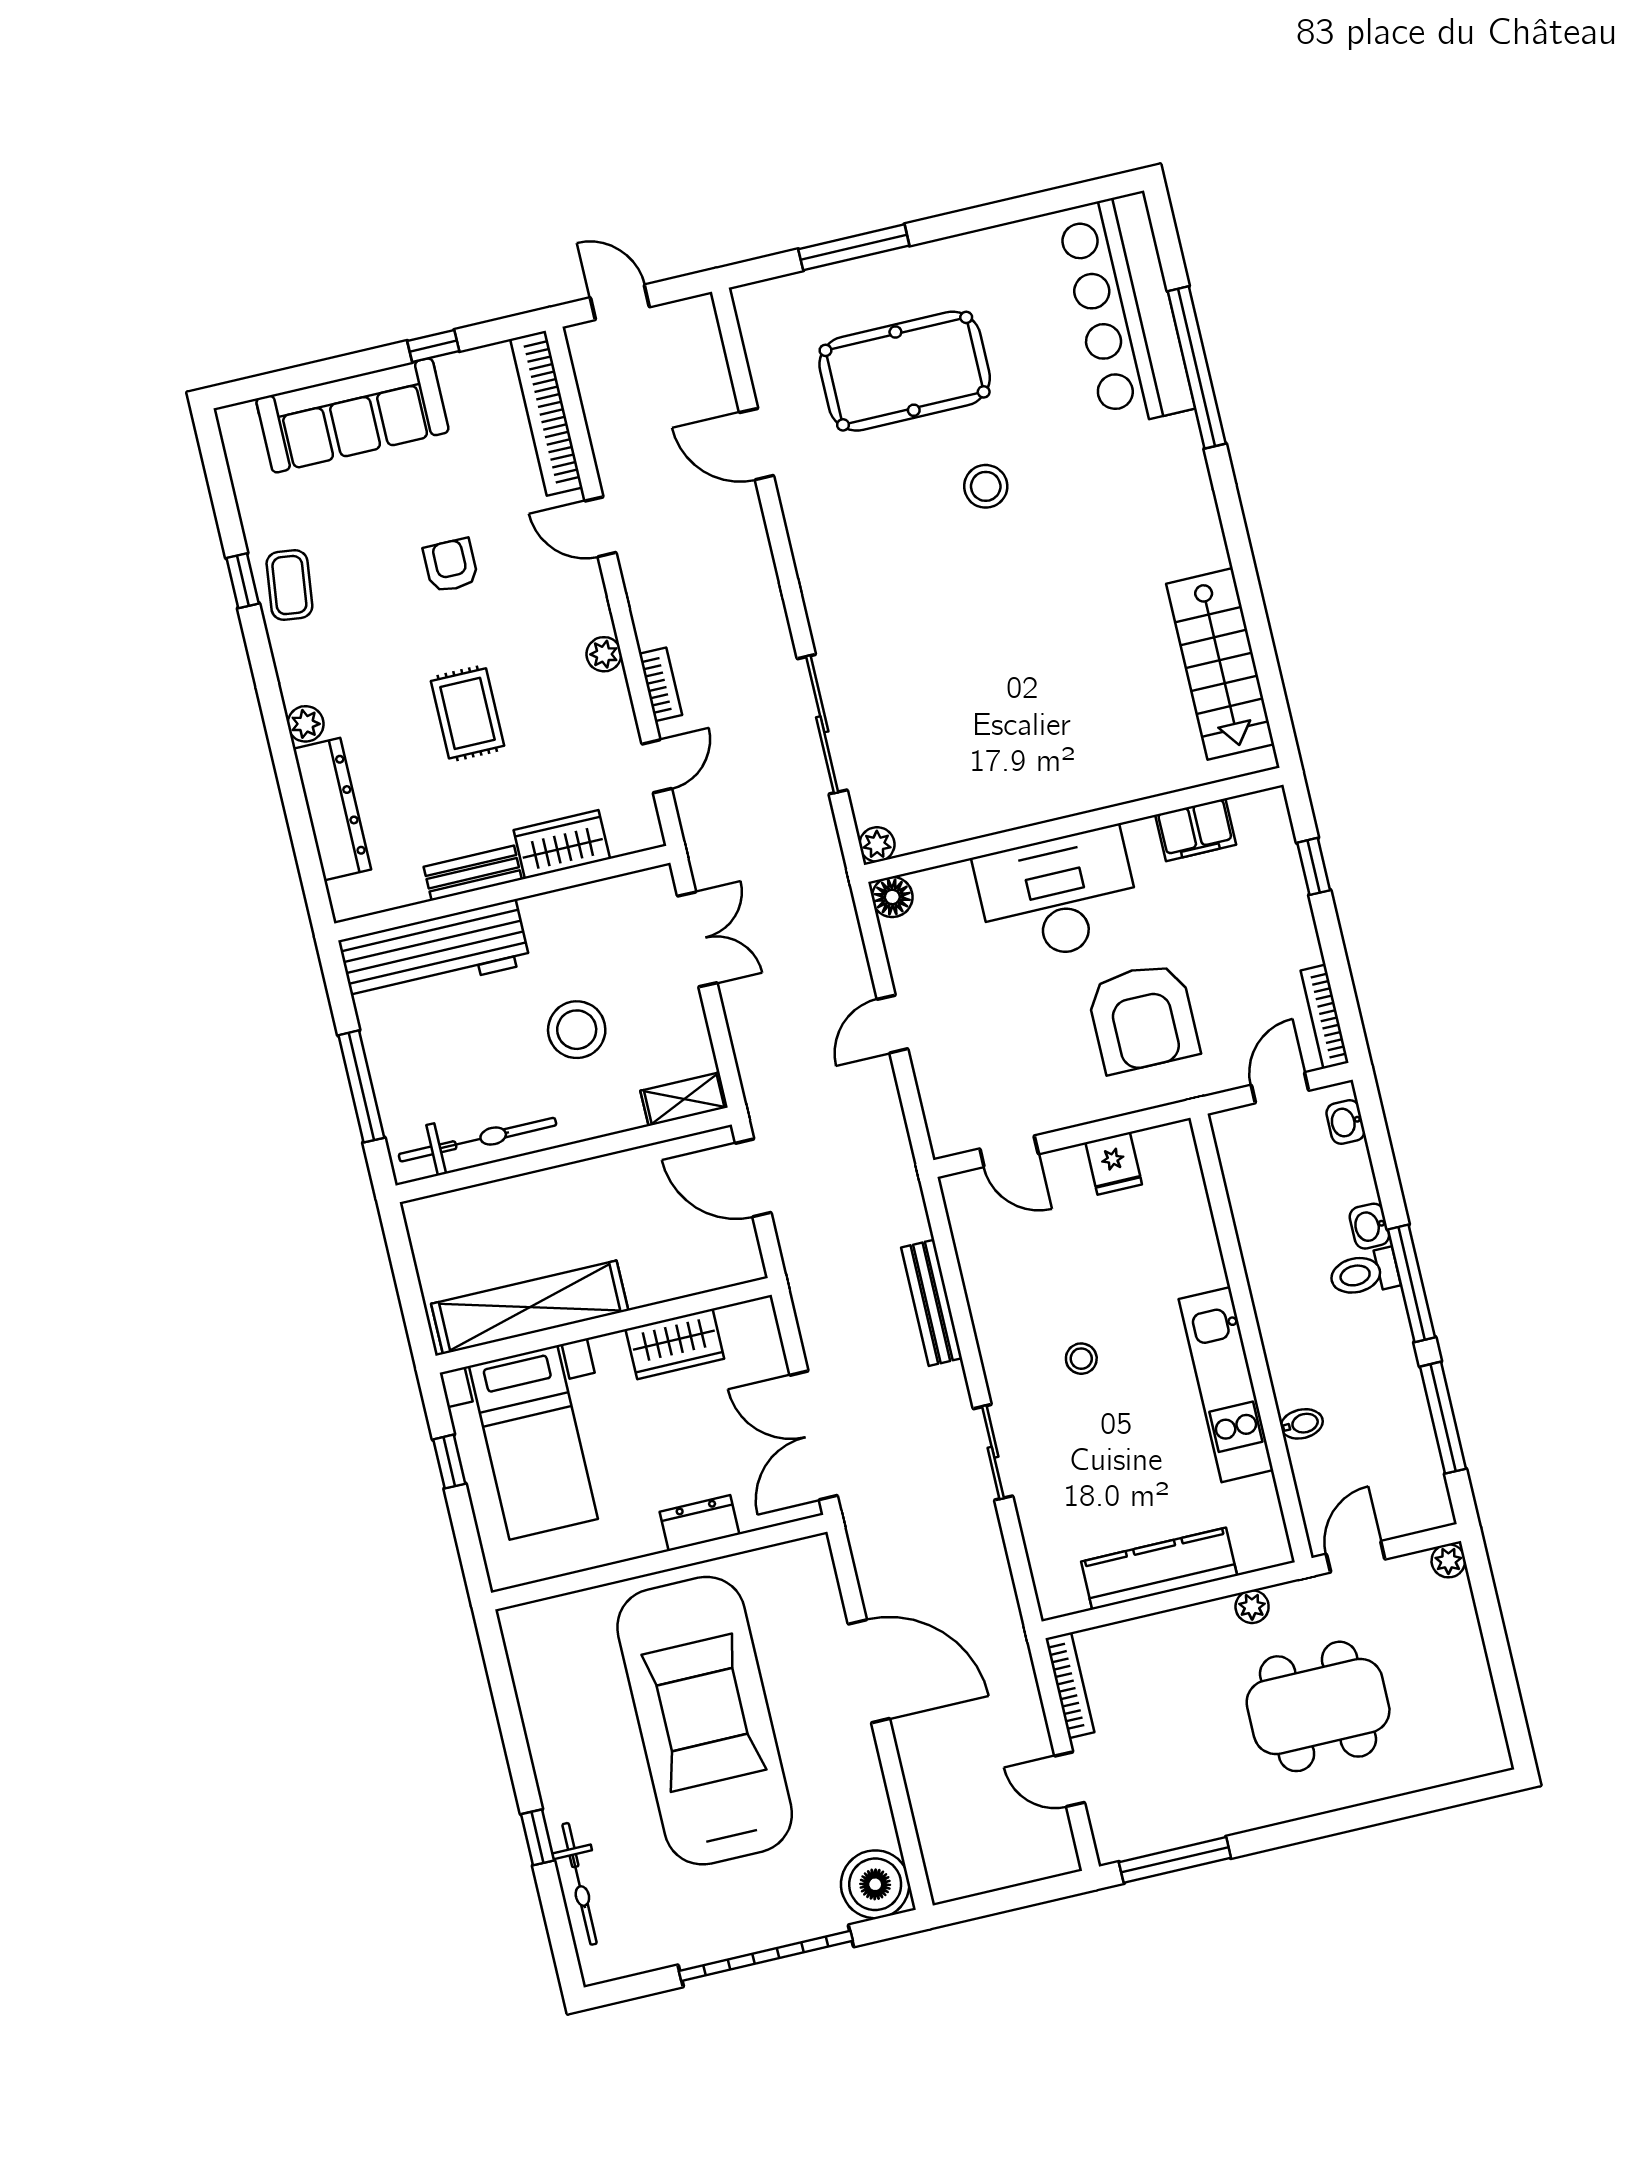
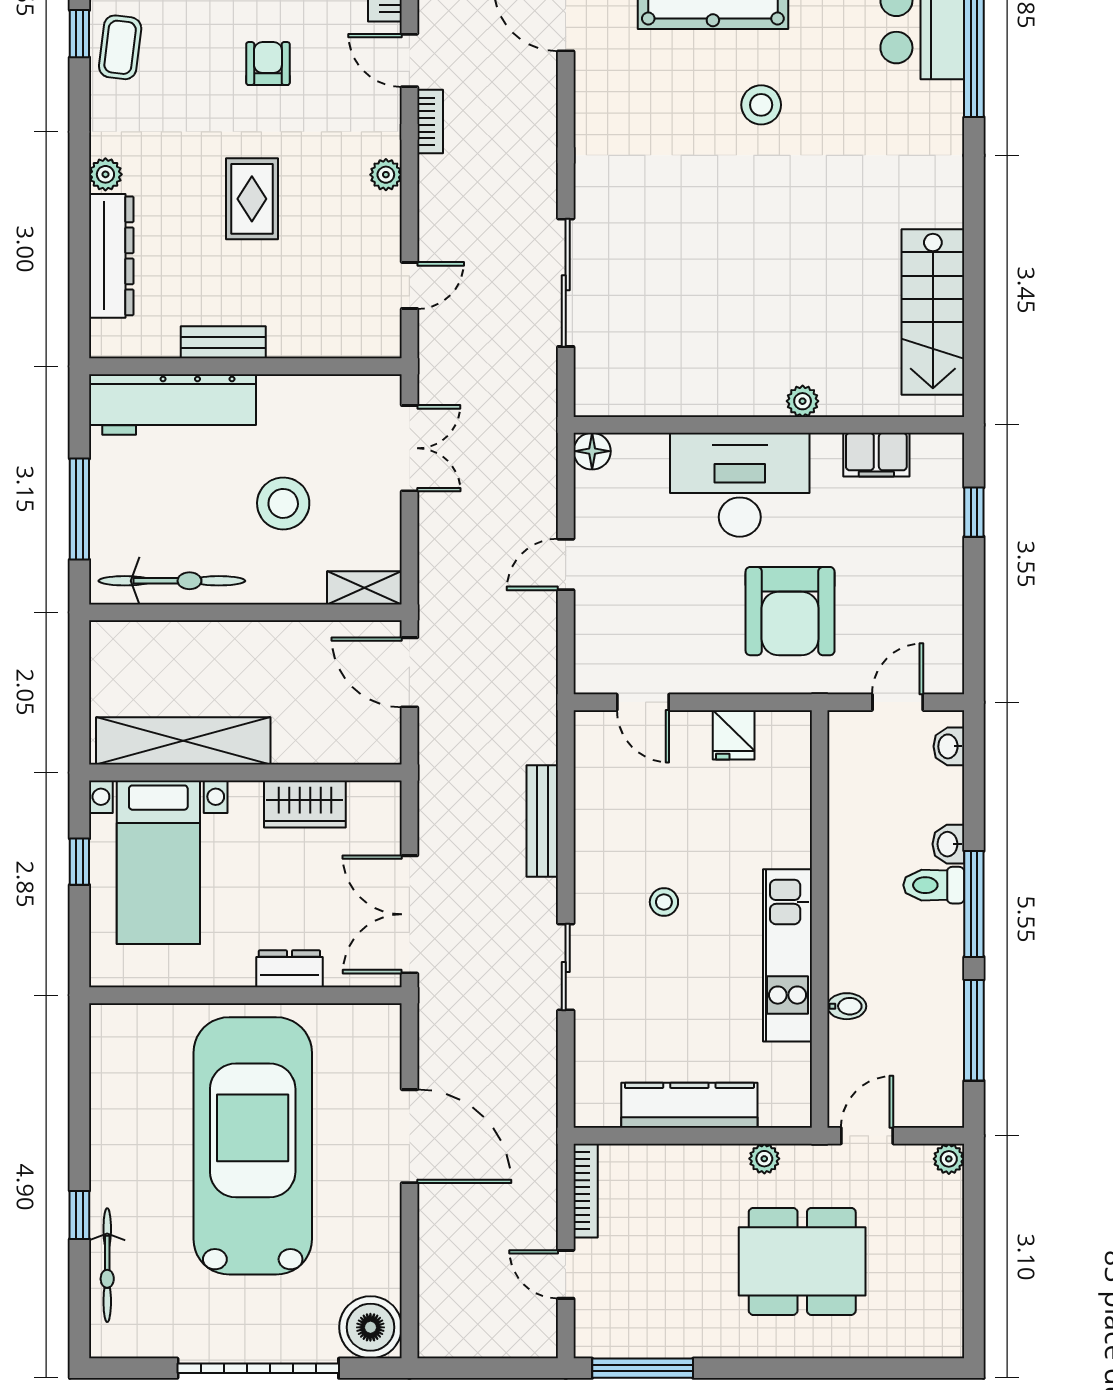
bookcase: (661, 684) -> (430, 121), moved
wardrobe: (562, 844) -> (309, 335), removed
plant: (877, 844) -> (803, 401), moved
bookcase: (1325, 1017) -> (952, 648), removed

